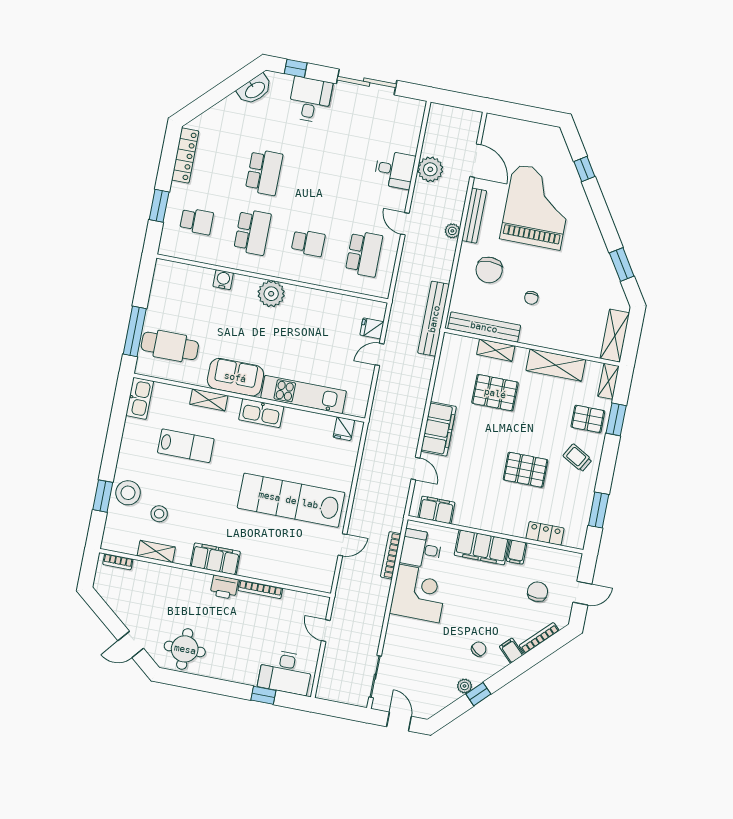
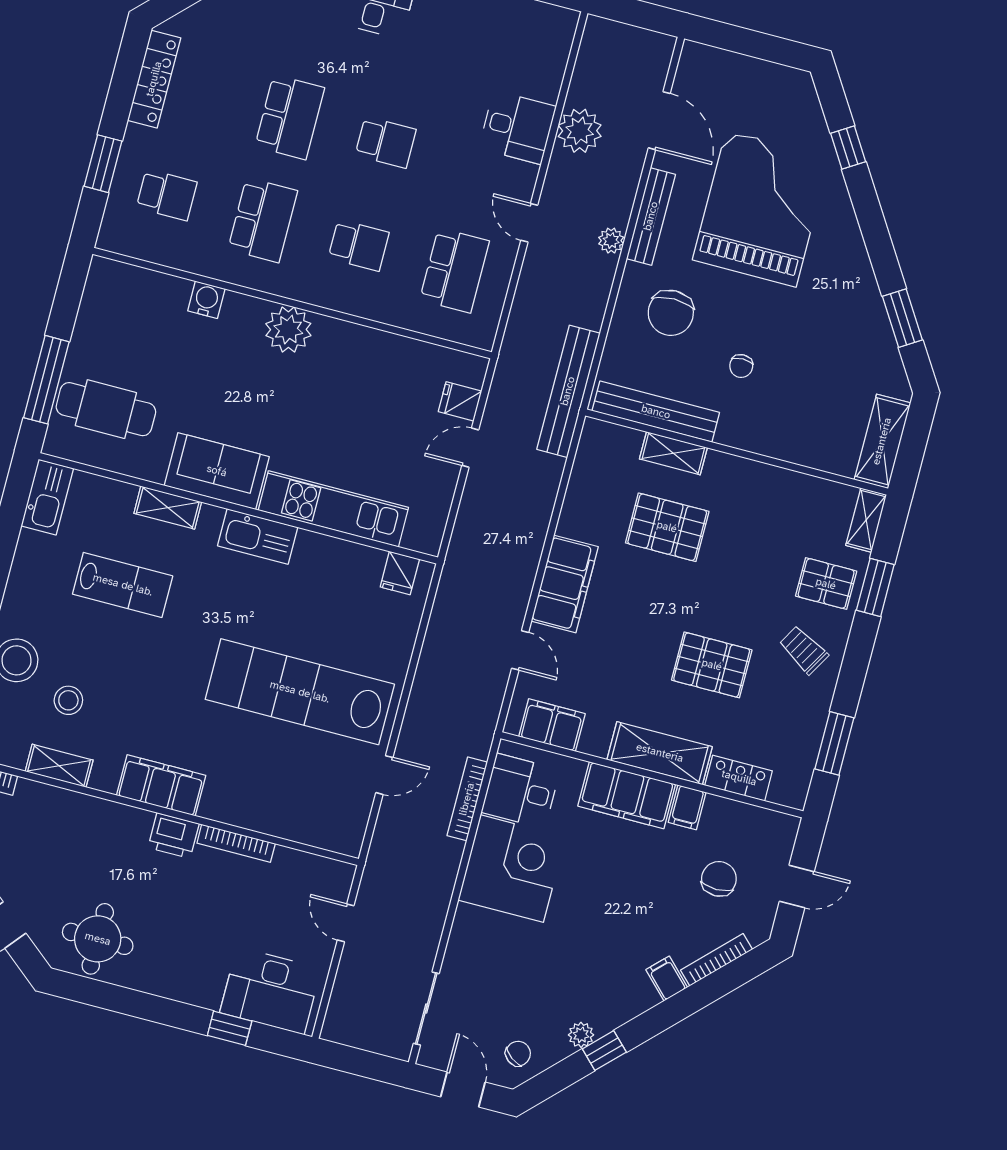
school desk: (320, 183) -> (386, 142), added
shelving: (556, 365) -> (660, 753), moved
chair: (479, 649) -> (518, 1054), moved

